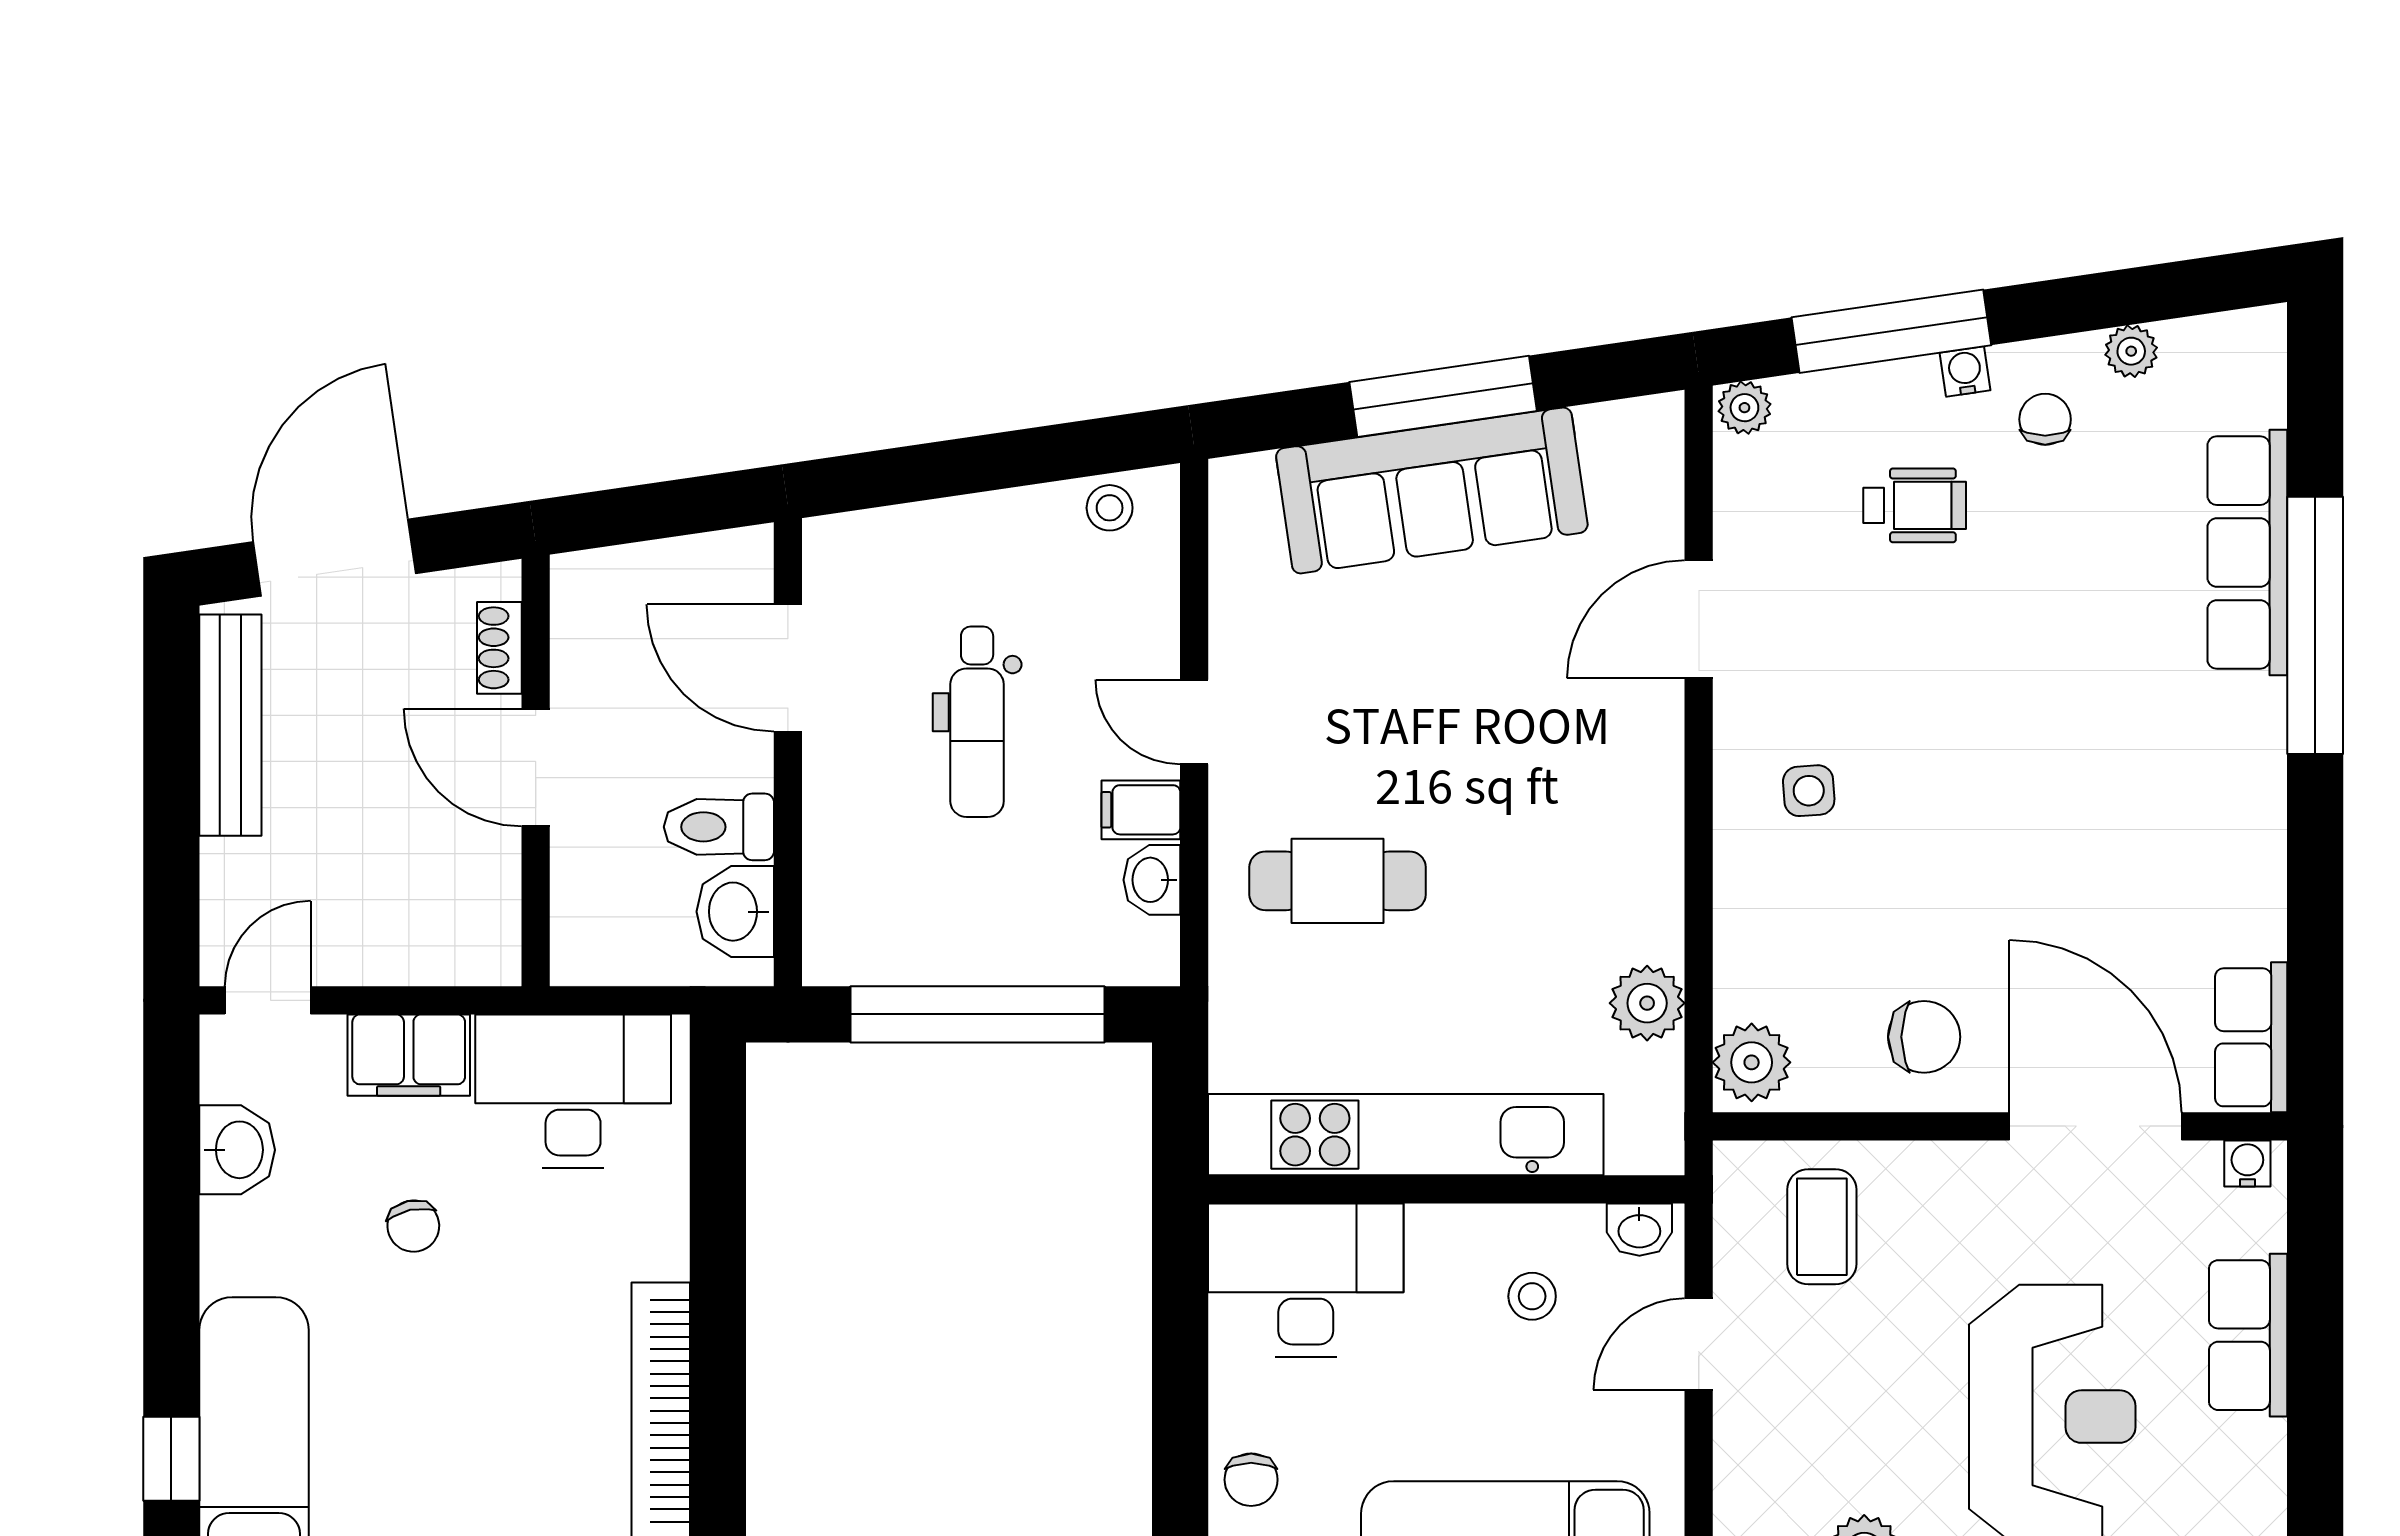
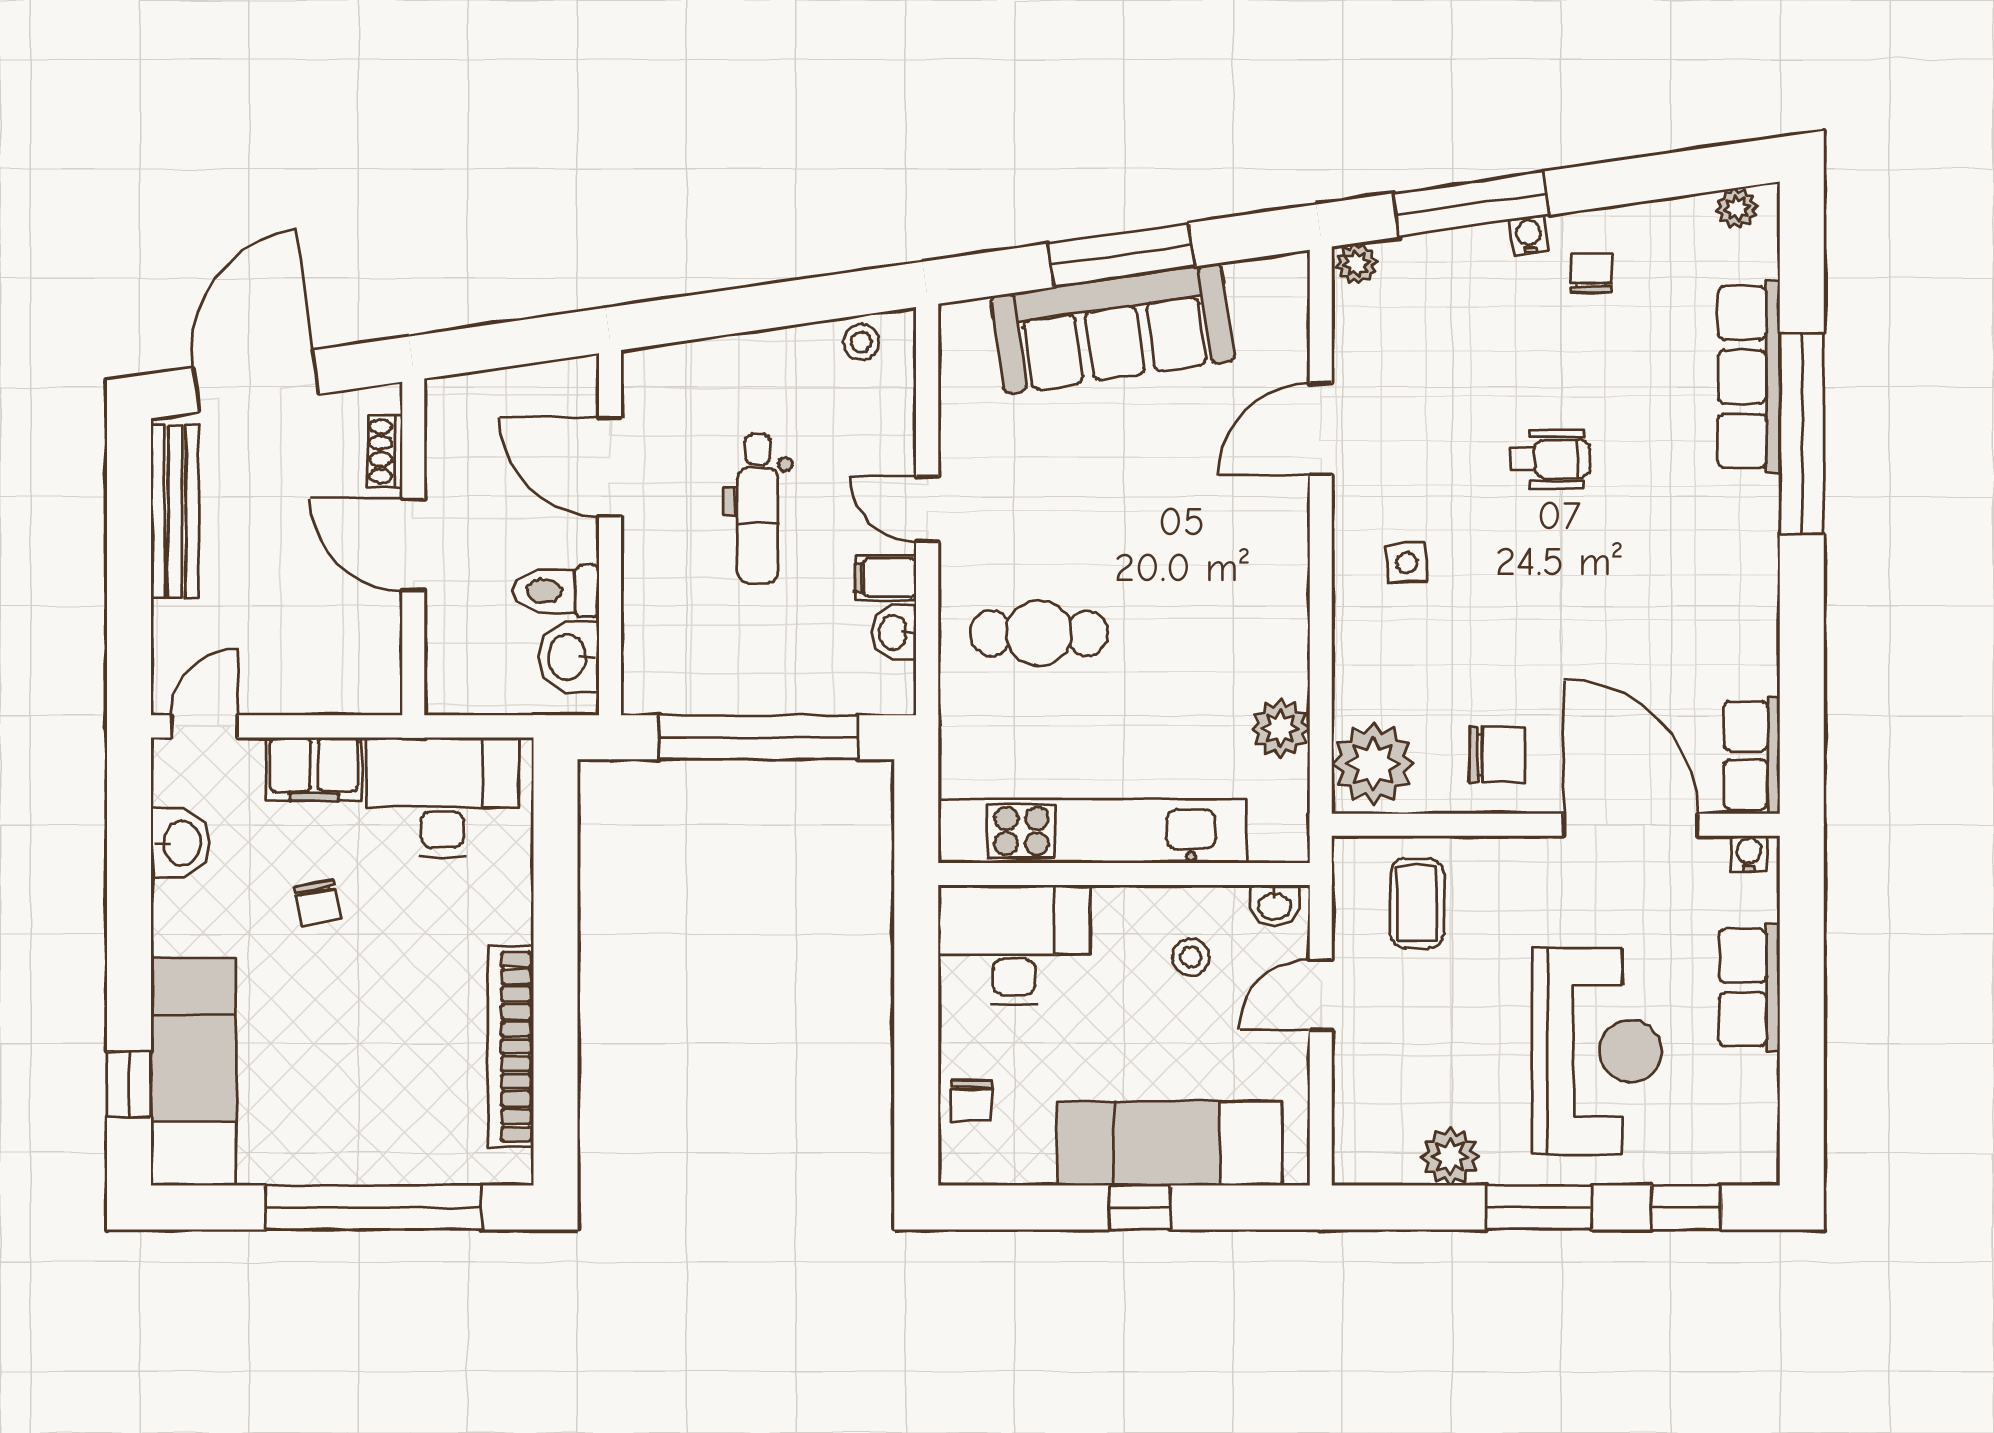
plant: (2131, 351) -> (1737, 208), moved
wheelchair: (1915, 505) -> (1550, 459), moved
plant: (1752, 1062) -> (1373, 764), width x1.36, depth x1.36

